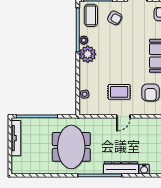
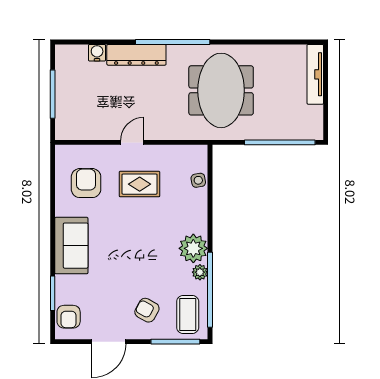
tv unit: (16, 138) -> (315, 74), moved

